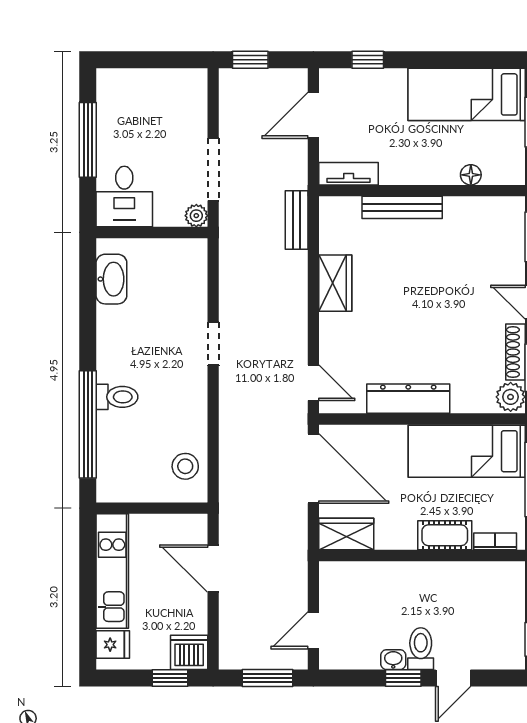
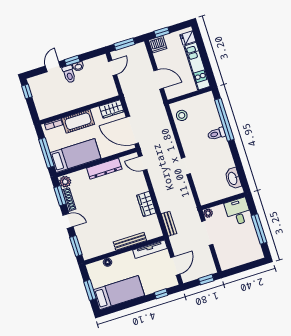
tv unit: (349, 174) -> (150, 249), width x1.41
cot: (445, 535) -> (78, 121), width x1.37, depth x1.34

